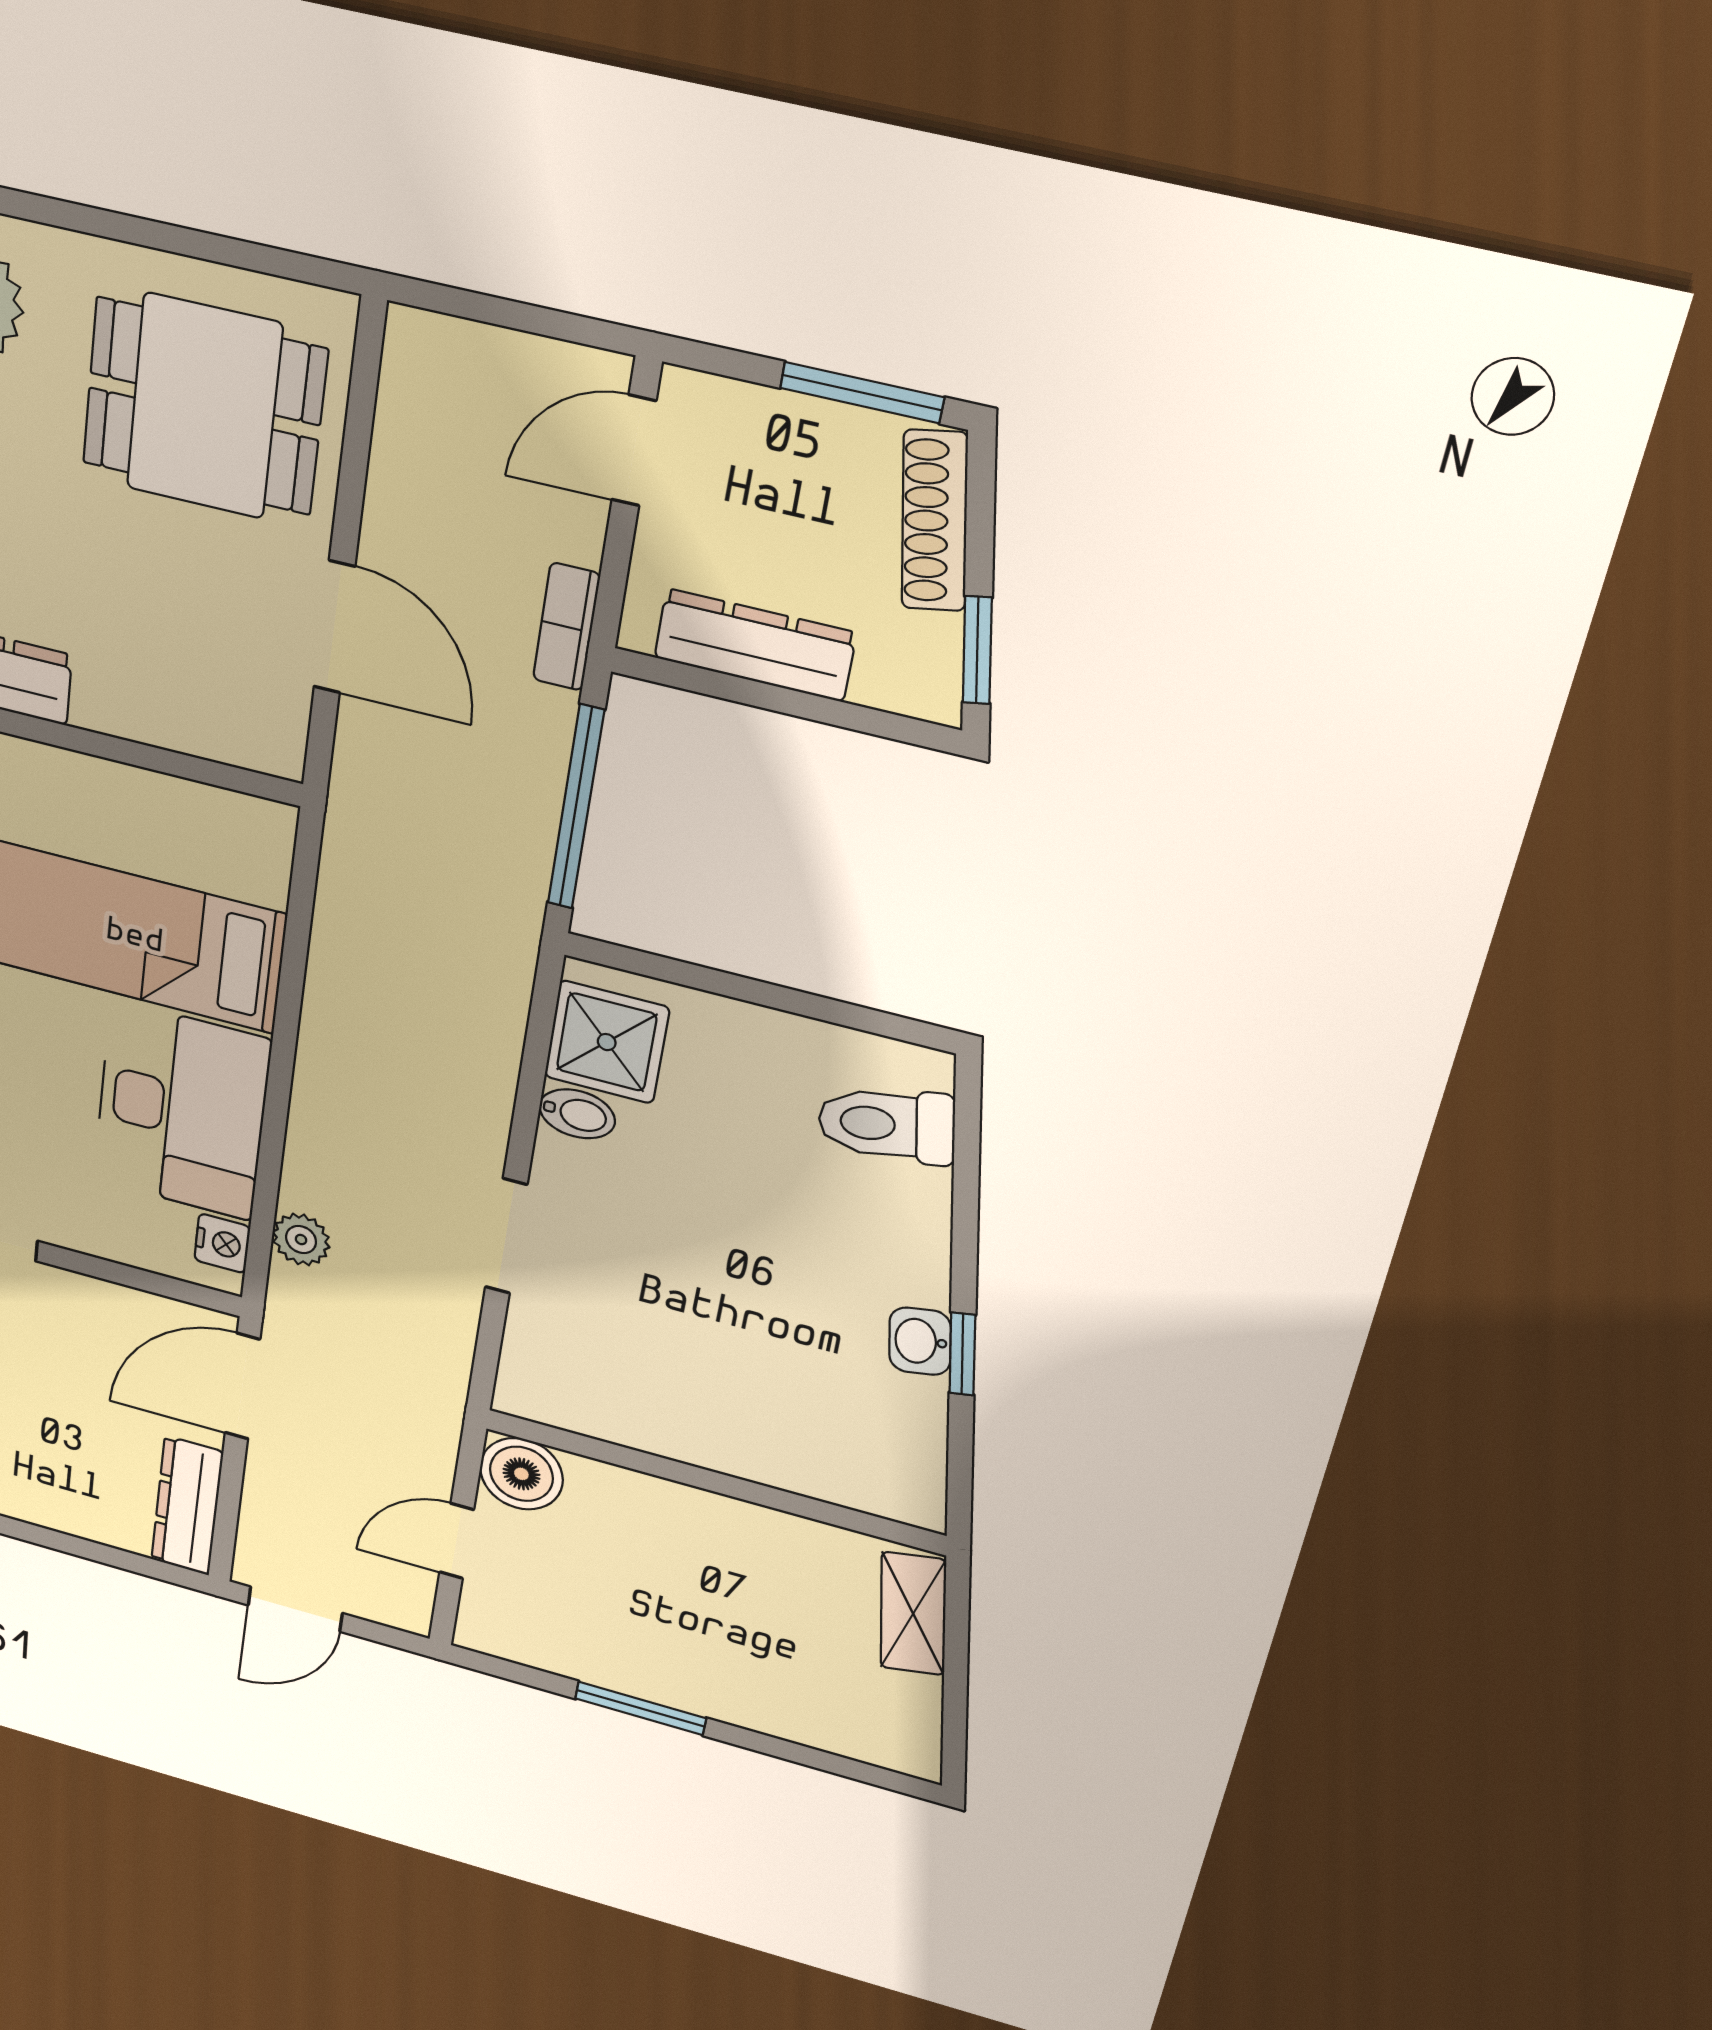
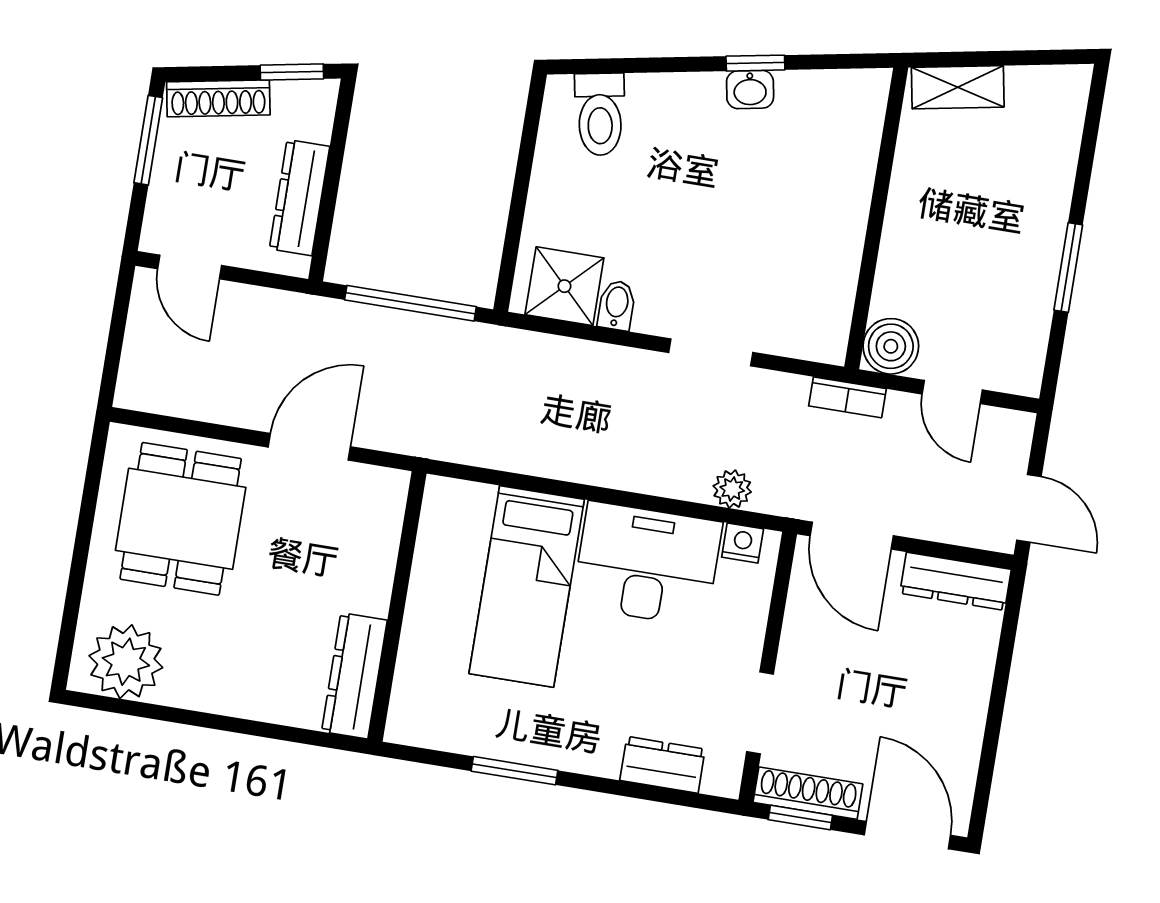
bookcase: (566, 627) -> (847, 397), moved

